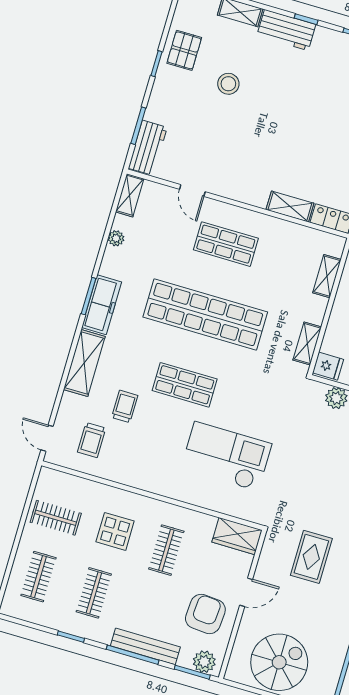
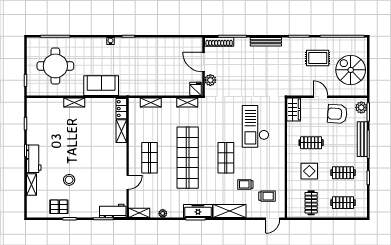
rug: (311, 557) -> (318, 58), moved

